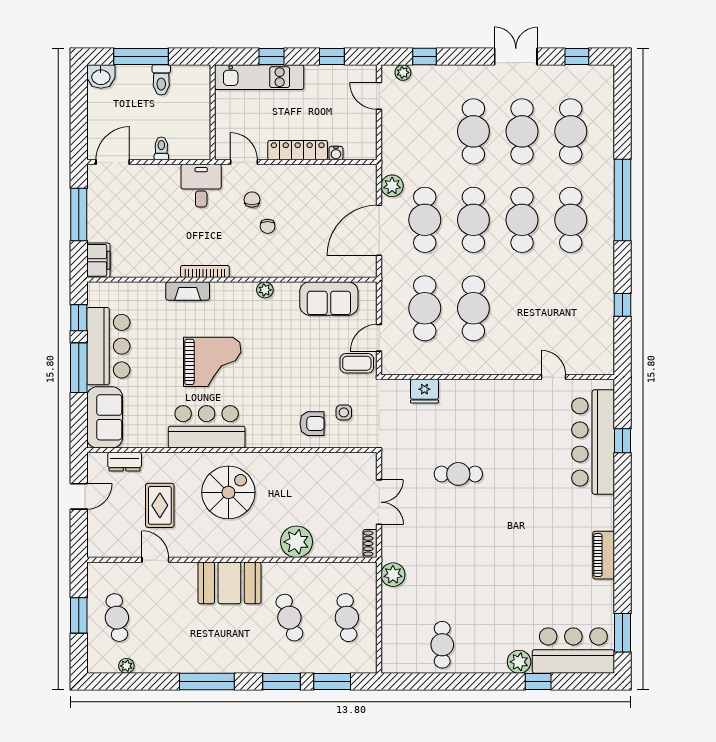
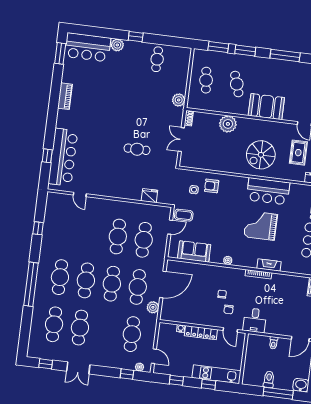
cafe table: (473, 131) -> (132, 334), moved
window: (538, 682) -> (136, 37), moved

